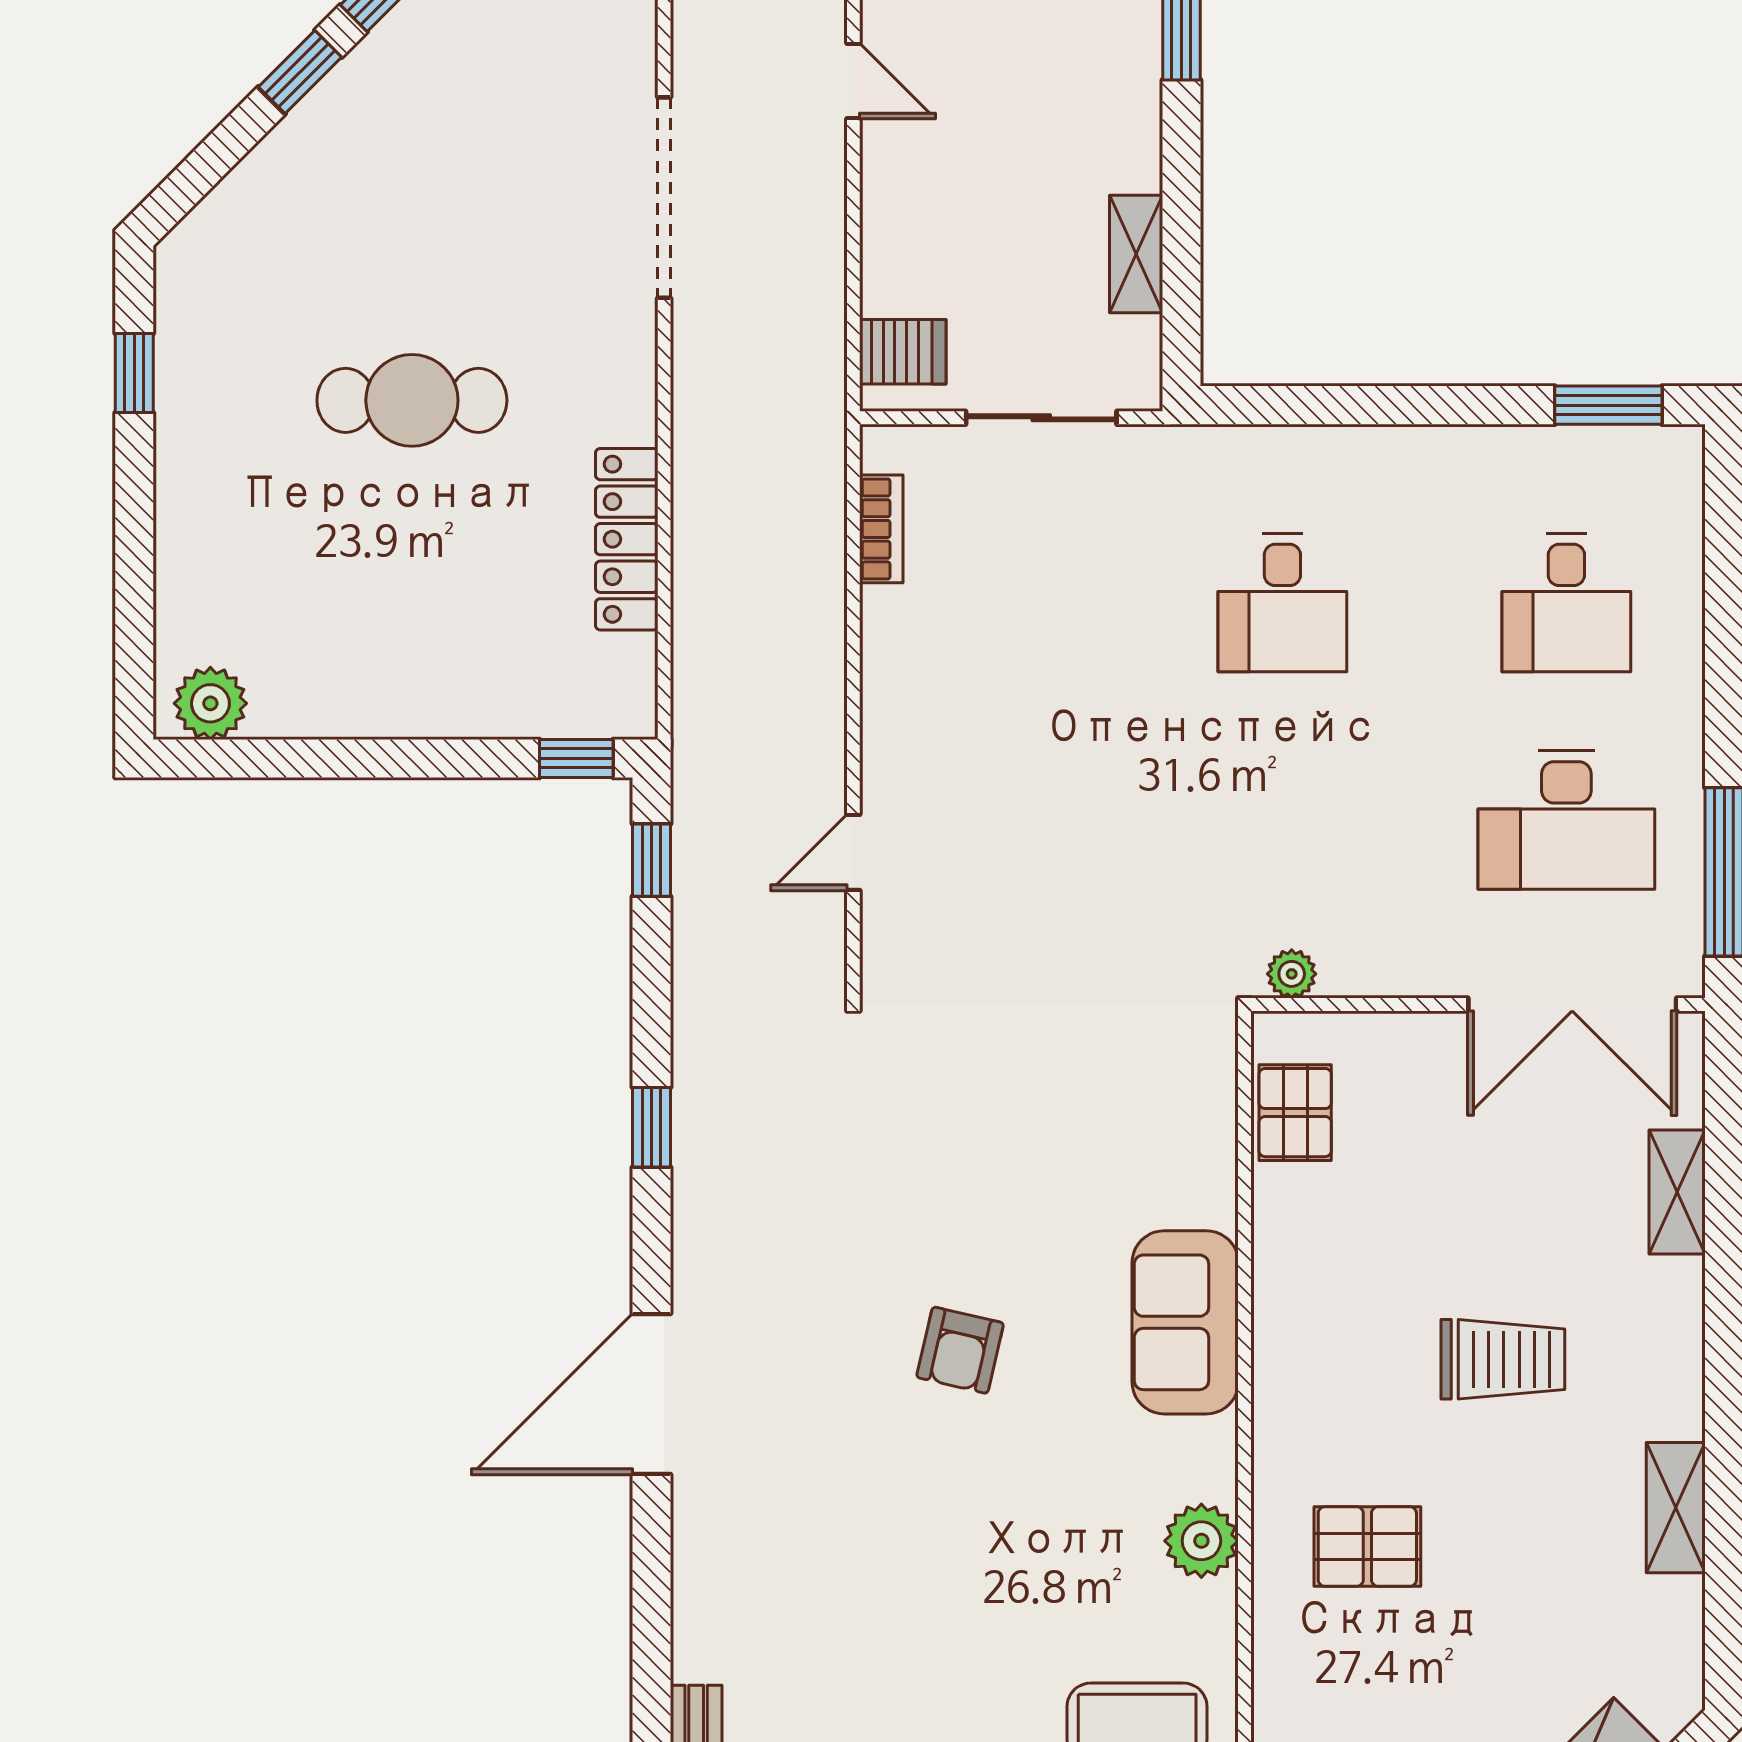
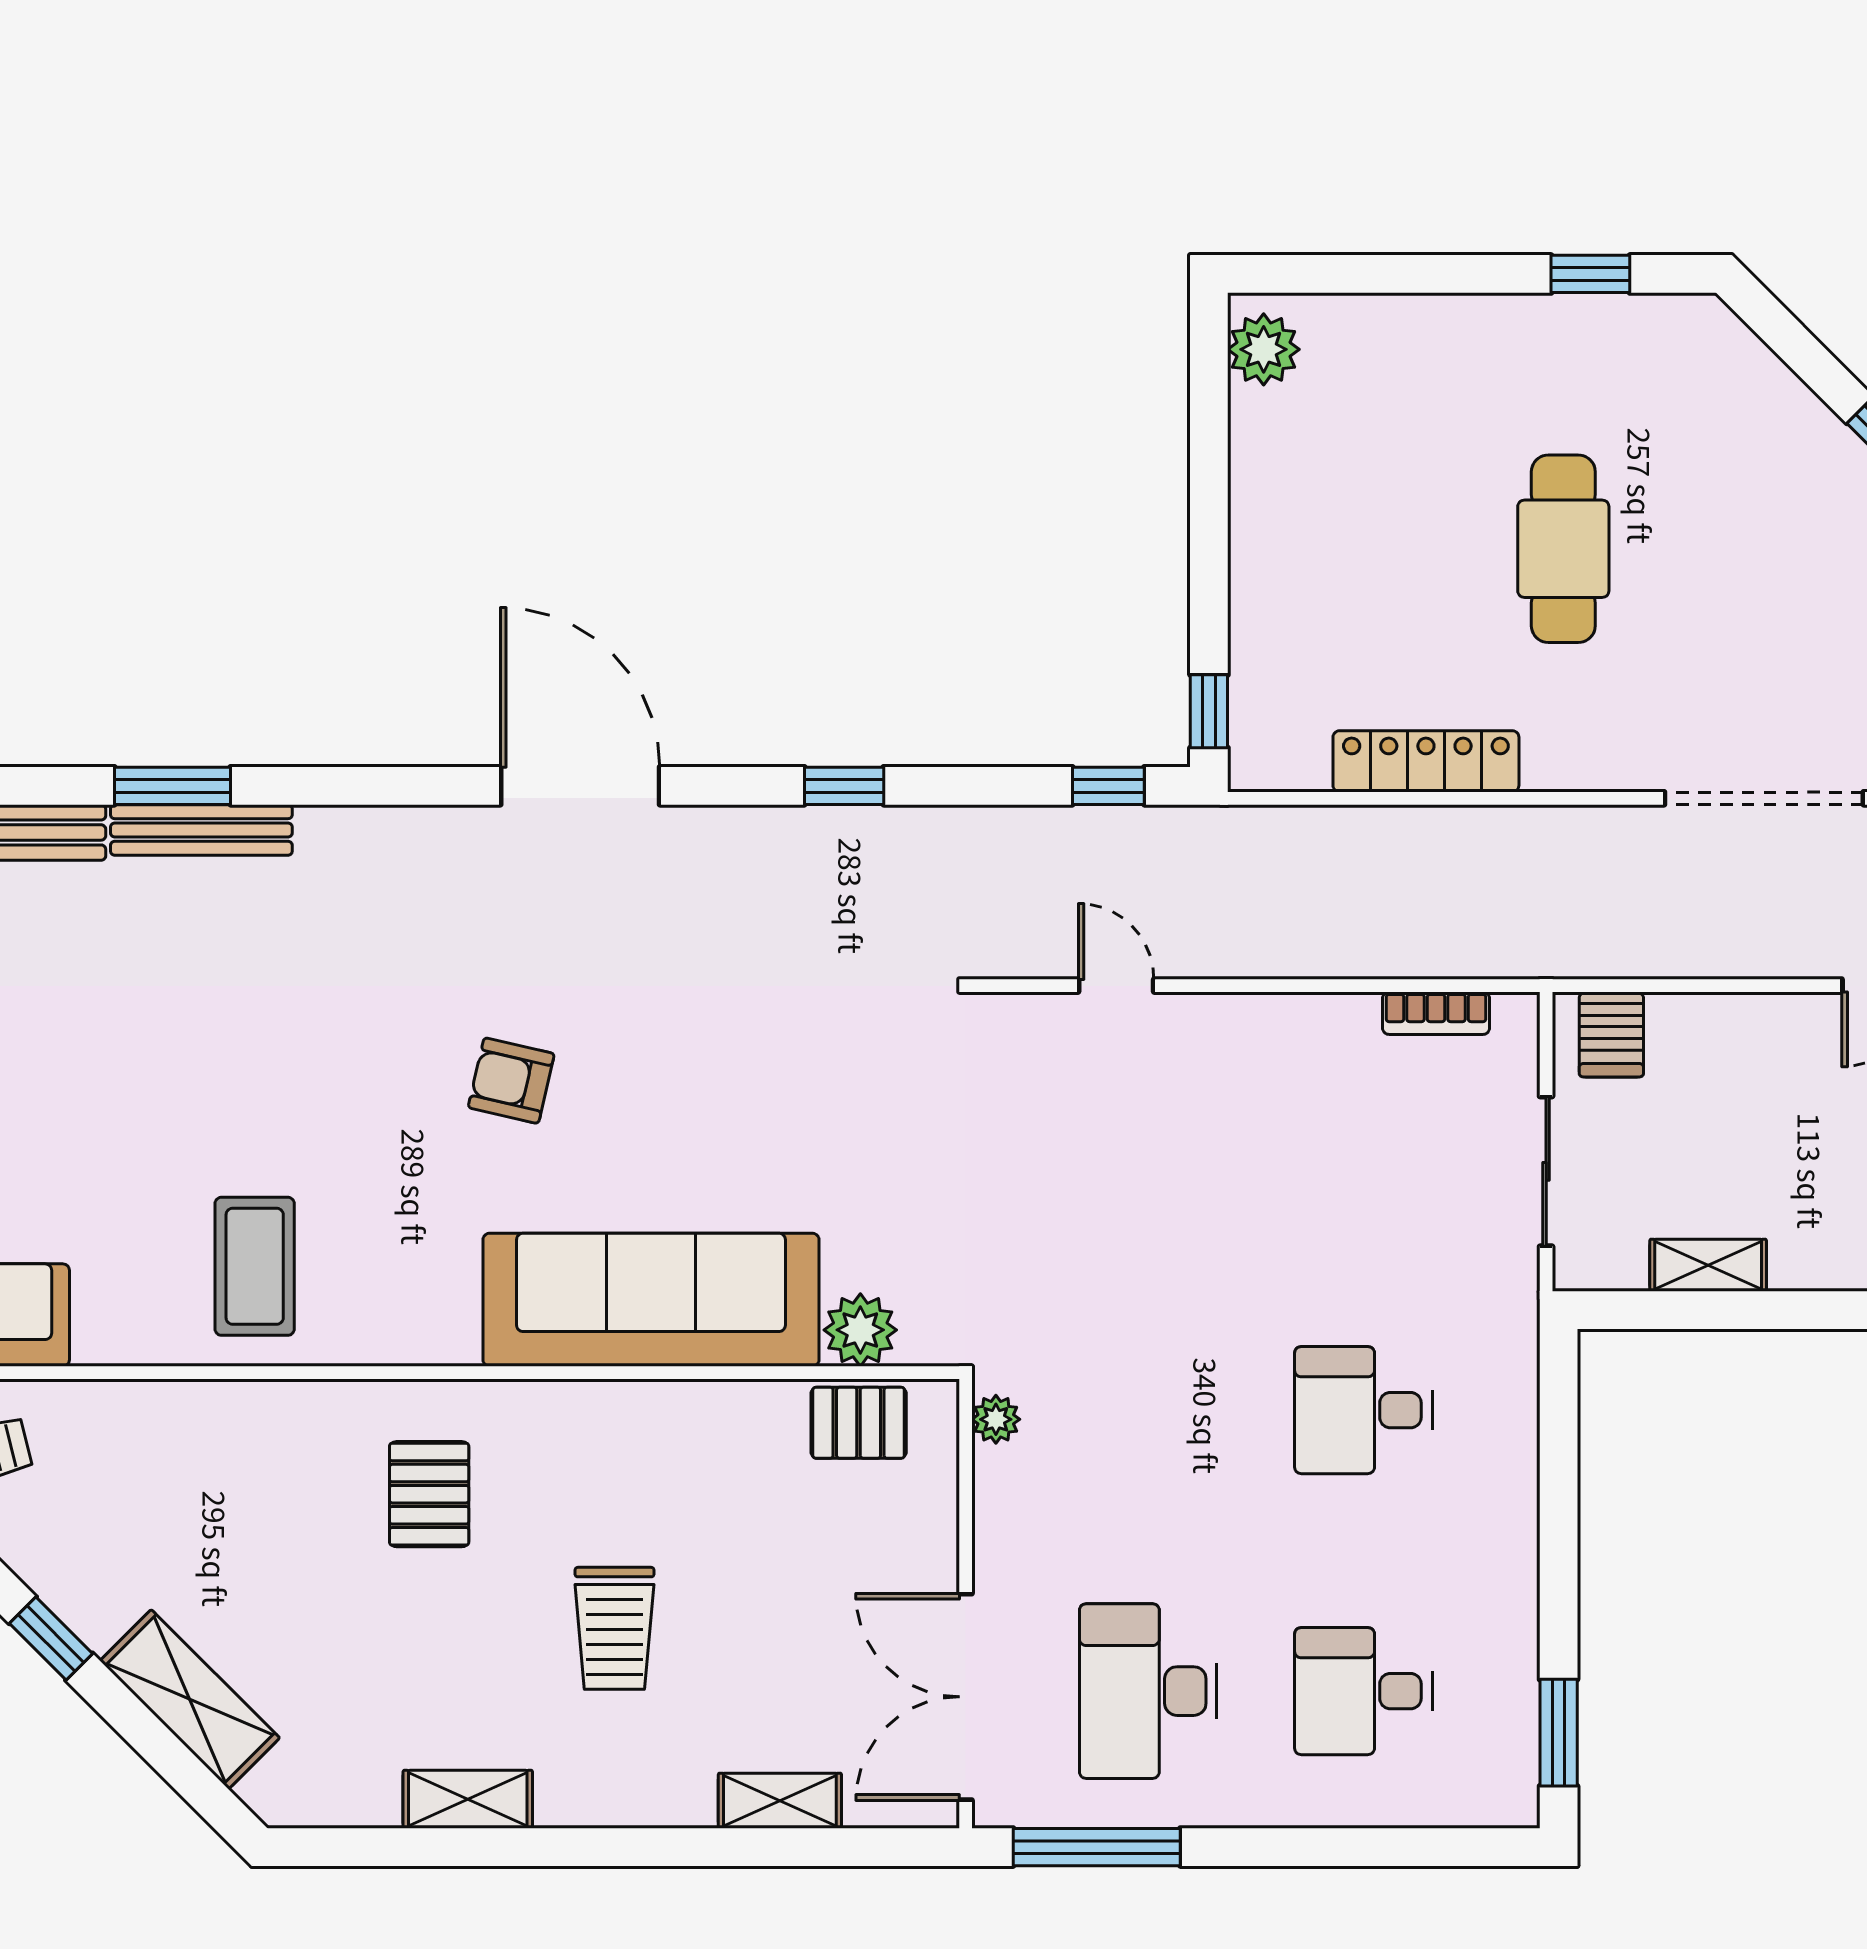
sofa: (1185, 1322) -> (651, 1300), width x1.85, depth x1.27
armchair: (960, 1350) -> (511, 1081), moved
plant: (1201, 1541) -> (860, 1330), moved

